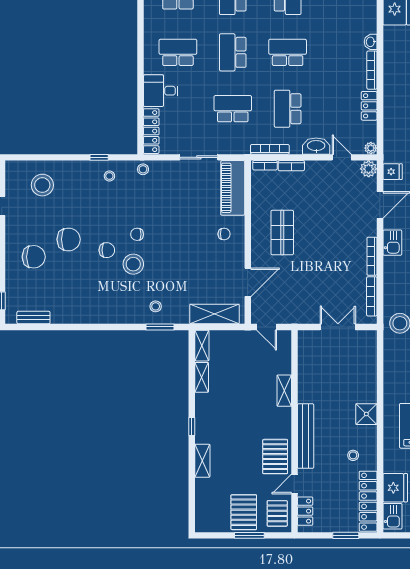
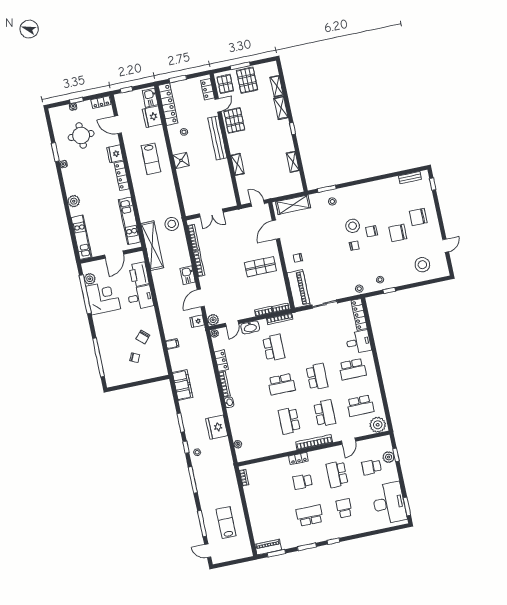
school desk: (233, 109) -> (309, 340), removed
door: (342, 157) -> (232, 324), hinge flipped
shop shelf: (282, 233) -> (260, 267), turned 90
shelving: (202, 346) -> (277, 86), moved

